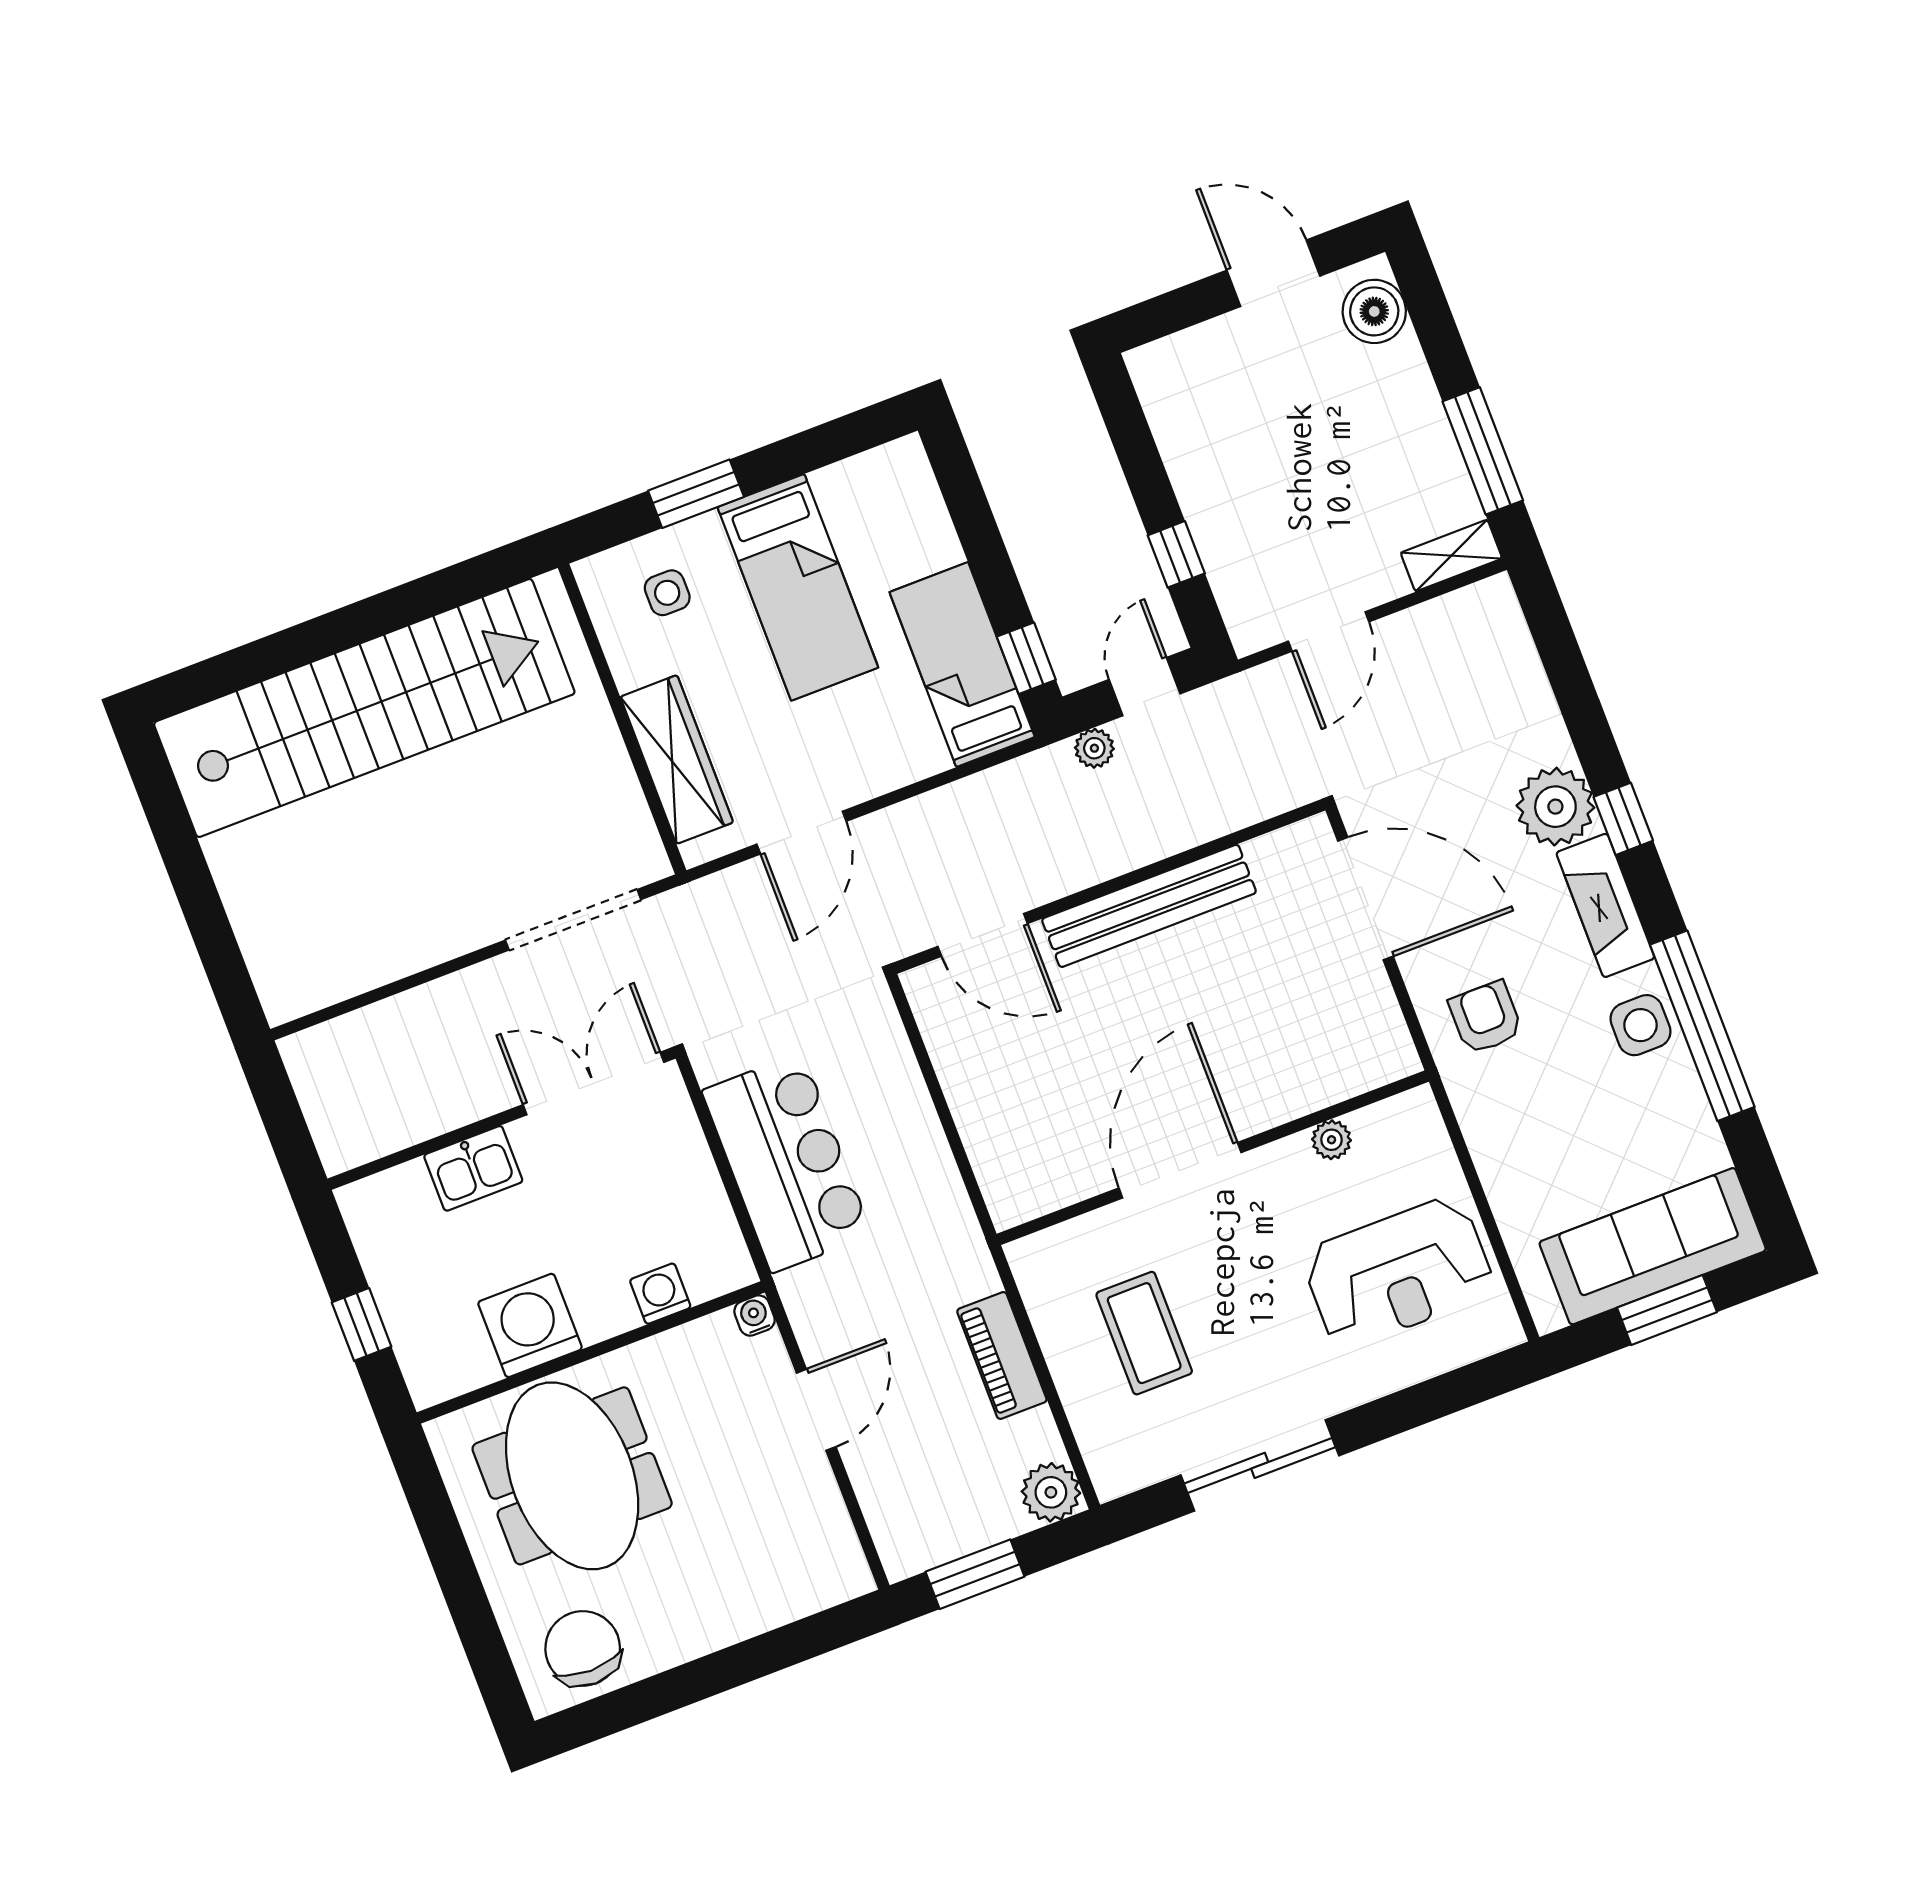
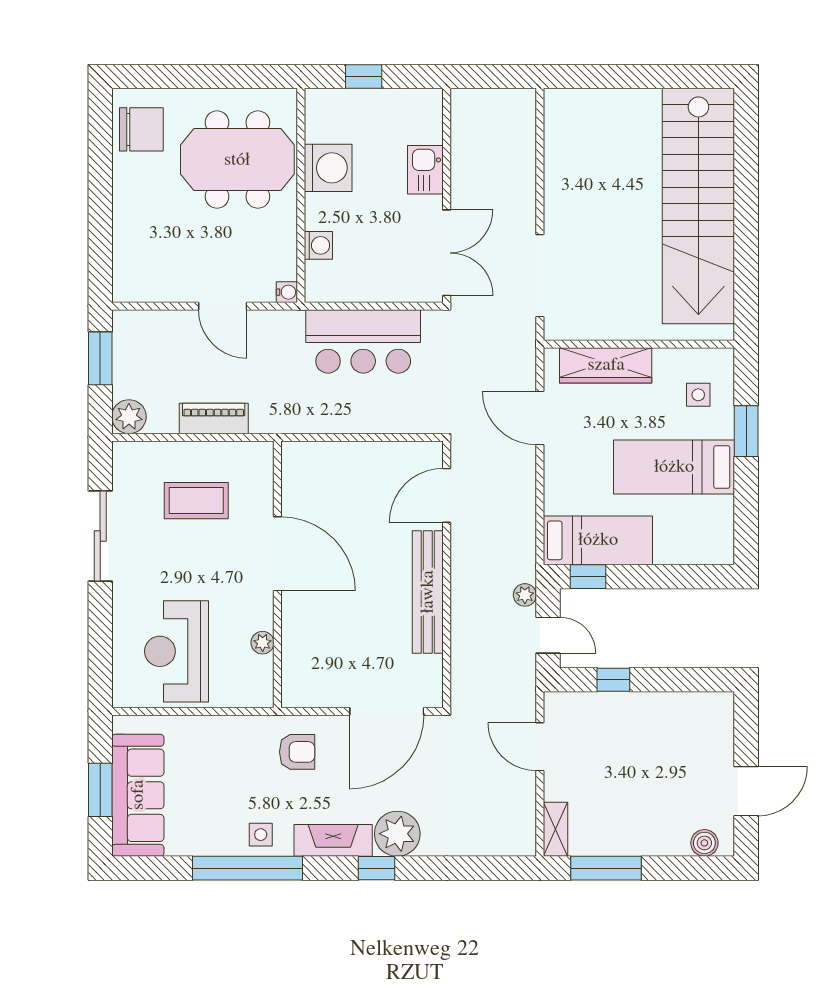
boiler: (1374, 311) -> (704, 843), width x0.73, depth x0.73
side table: (1640, 1025) -> (261, 835), width x0.73, depth x0.73

